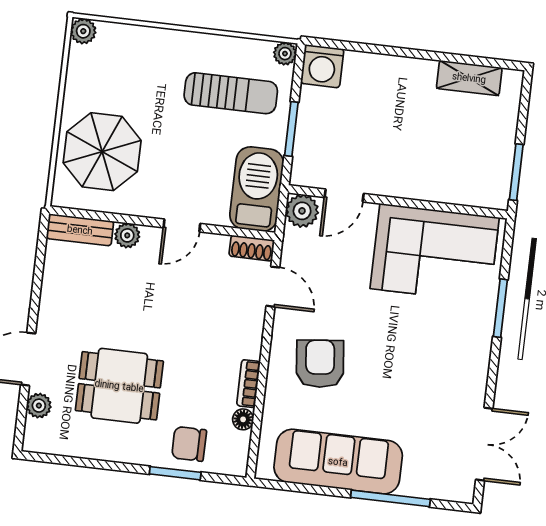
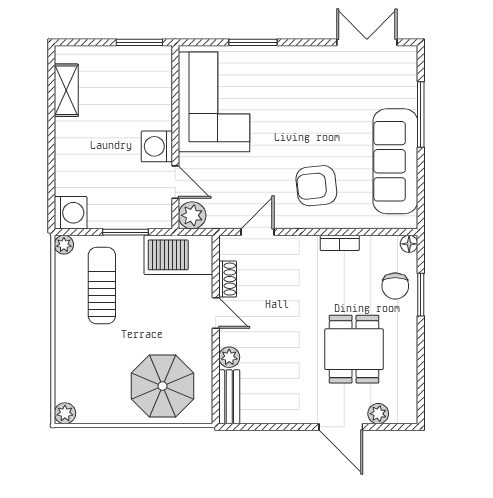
washing machine: (389, 178) -> (157, 146), added
shoe rack: (252, 248) -> (228, 279), moved
floor lamp: (243, 419) -> (409, 244), moved

